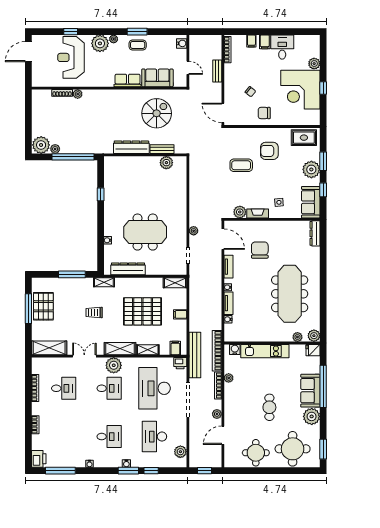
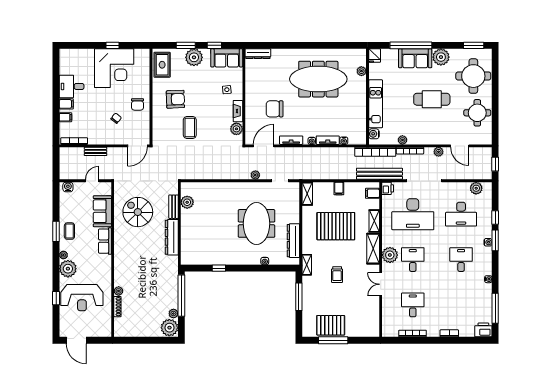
plant: (314, 64) -> (88, 54), removed
armchair: (269, 151) -> (175, 99), turned -92
pallet: (142, 311) -> (336, 226), turned 90
plant: (314, 336) -> (360, 55), removed
shelving: (49, 348) -> (372, 320), removed
cafe table: (269, 407) -> (432, 99), width x1.37, depth x1.35

